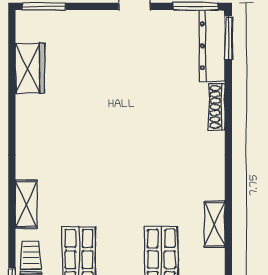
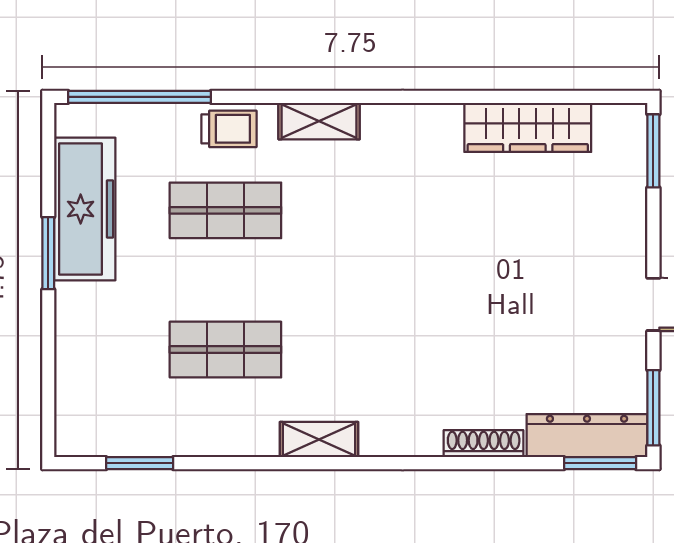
wardrobe: (30, 68) -> (528, 127), width x1.50
shelving: (215, 224) -> (319, 440), moved

